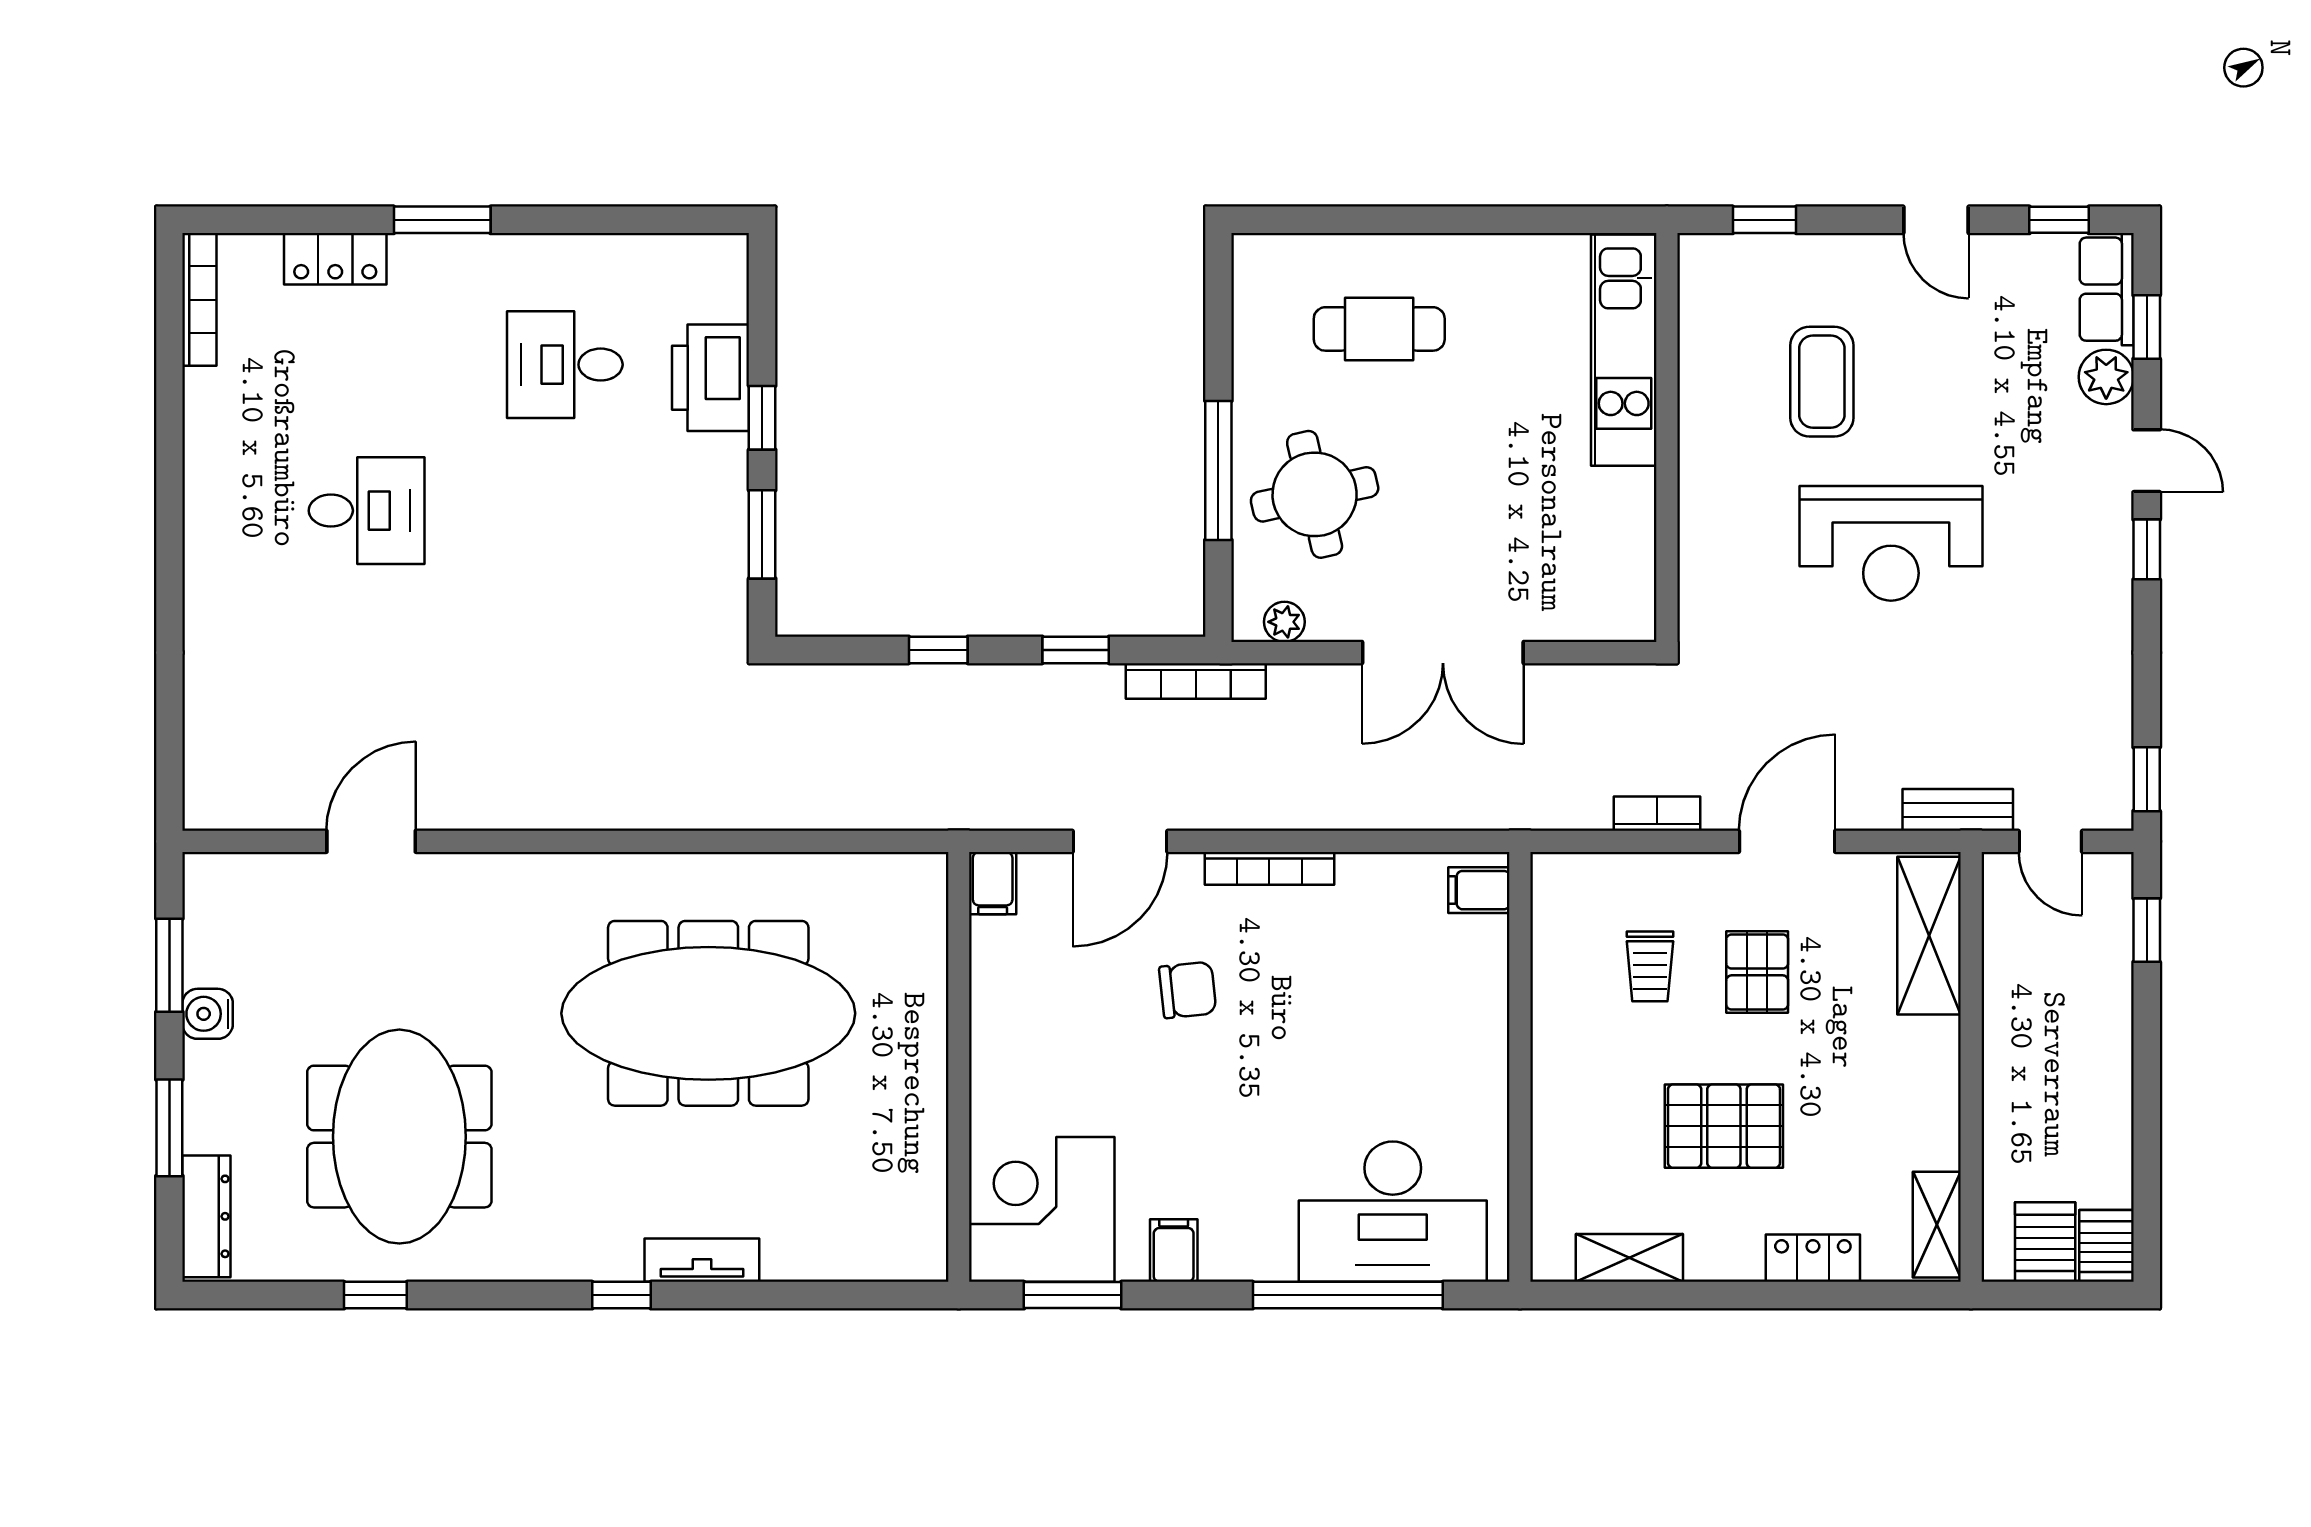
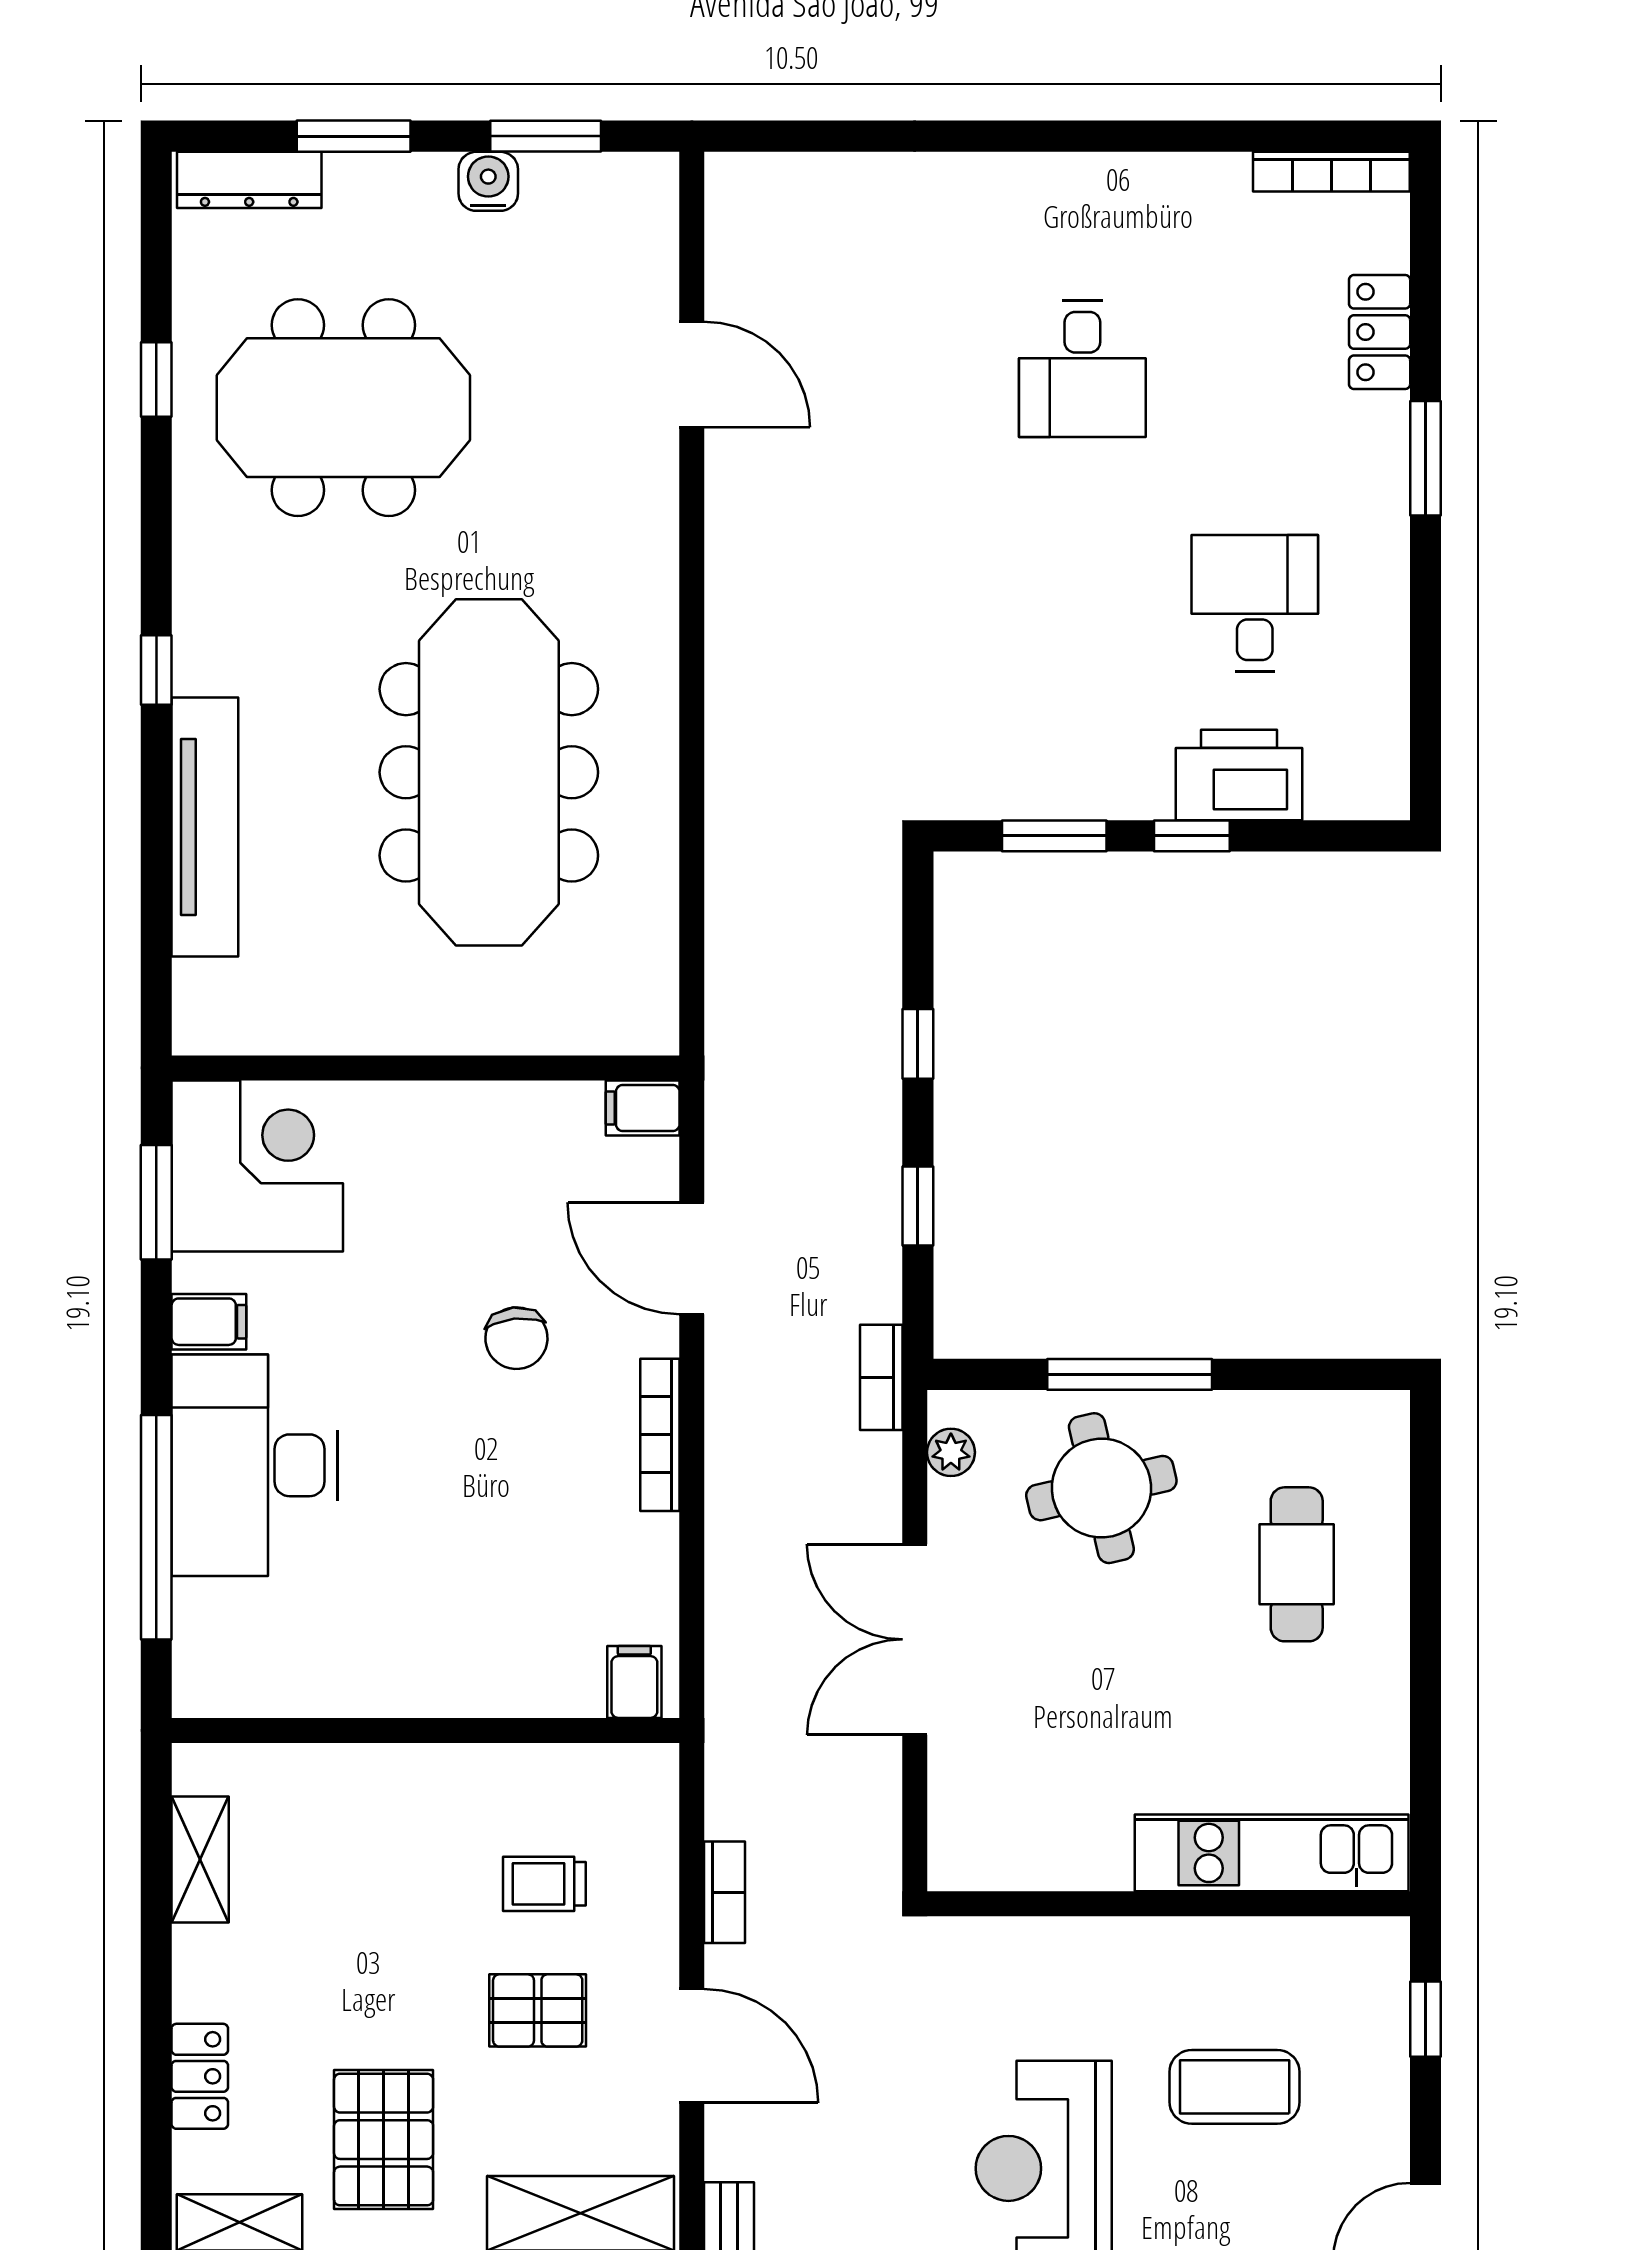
bookcase: (1196, 681) -> (881, 1377), width x0.64
pallet: (1724, 1126) -> (384, 2140), moved
desk: (1393, 1212) -> (255, 1465), moved
tv unit: (702, 1260) -> (205, 827), width x1.92, depth x1.29

